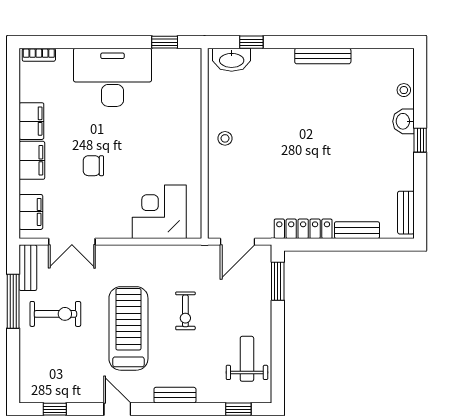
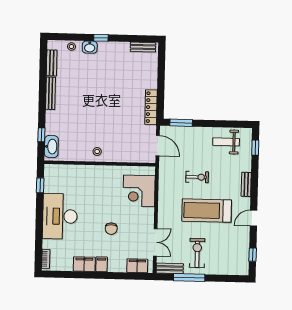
filing cabinet: (32, 160) -> (102, 264), width x0.50
bench: (357, 230) -> (52, 63), moved

